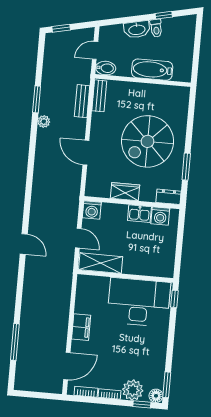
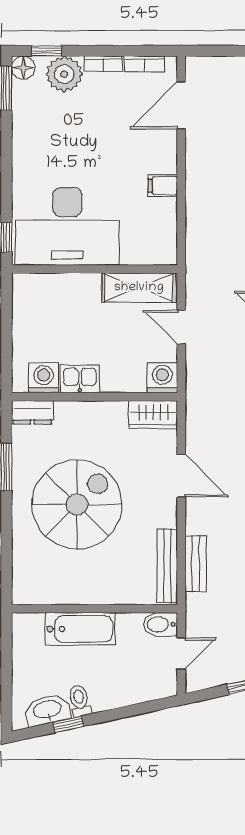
washbasin: (137, 29) -> (47, 710), moved
bench: (99, 96) -> (167, 566), width x1.36
wardrobe: (125, 192) -> (153, 415), moved
filing cabinet: (81, 327) -> (163, 186), width x0.50

